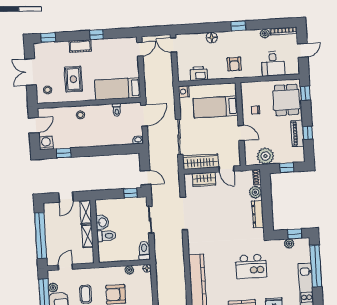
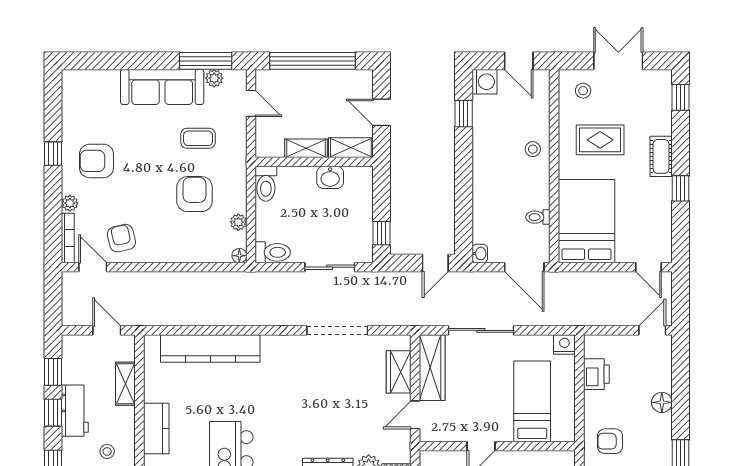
bed: (118, 89) -> (587, 221), width x1.50
door: (145, 178) -> (435, 263), moved
toilet: (106, 236) -> (266, 184), moved

